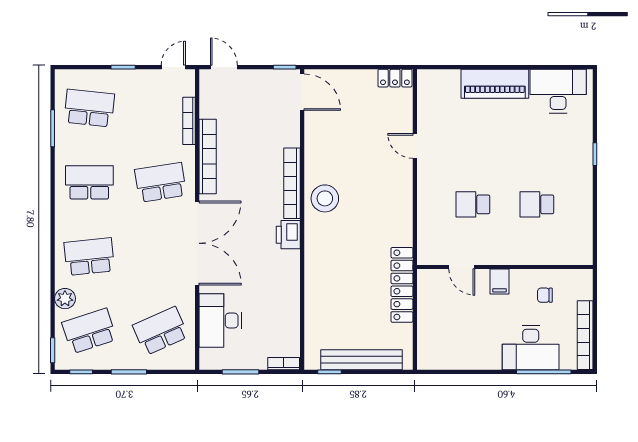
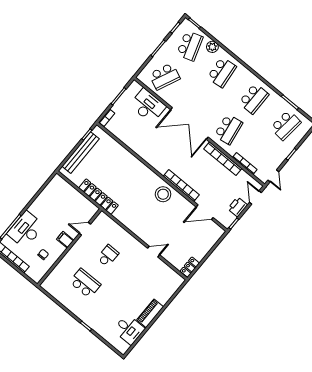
door: (224, 67) -> (255, 197), swing flipped
piano: (495, 84) -> (150, 313), width x0.73, depth x0.75
desk: (558, 91) -> (129, 329), width x0.73
door: (302, 92) -> (205, 212), moved
school desk: (537, 204) -> (85, 283), width x1.85
printer: (288, 235) -> (238, 207), moved, turned -90
school desk: (161, 331) -> (164, 76), turned 48

